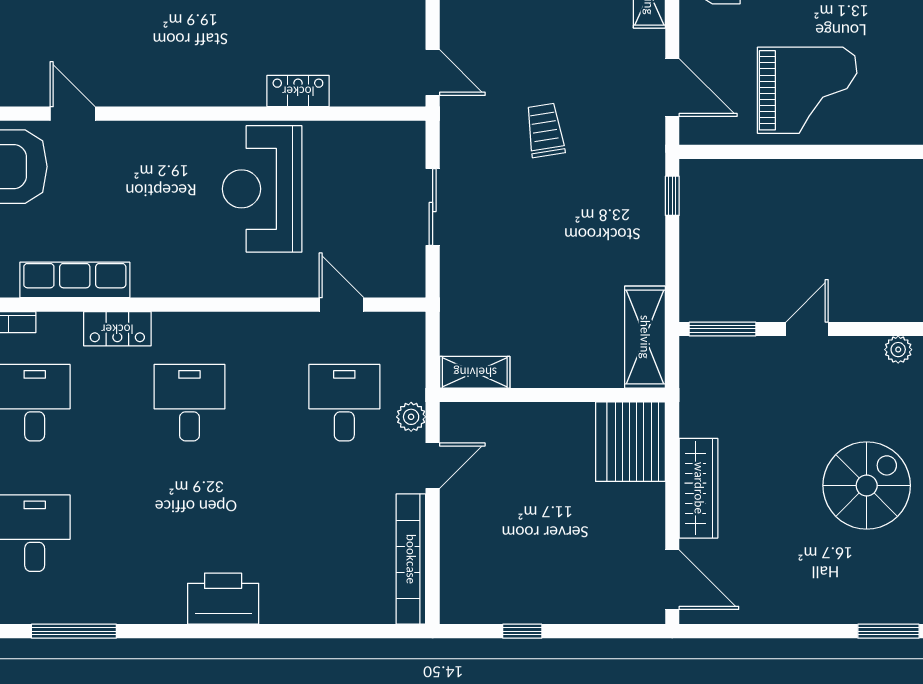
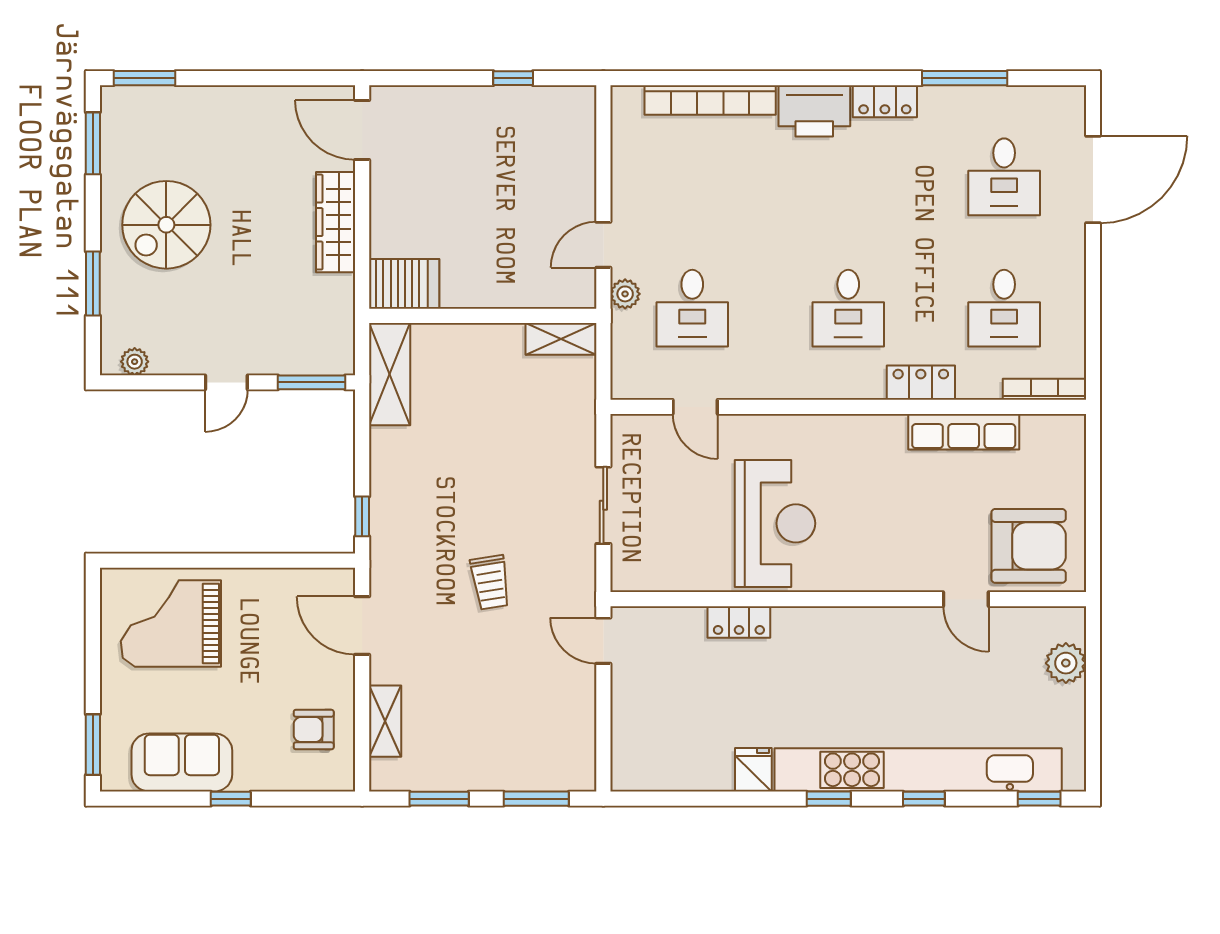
grand piano: (807, 90) -> (171, 623), moved
server rack: (631, 442) -> (404, 284), width x0.62
bookcase: (411, 559) -> (710, 100), moved, turned 90
locker: (153, 608) -> (885, 101), added

